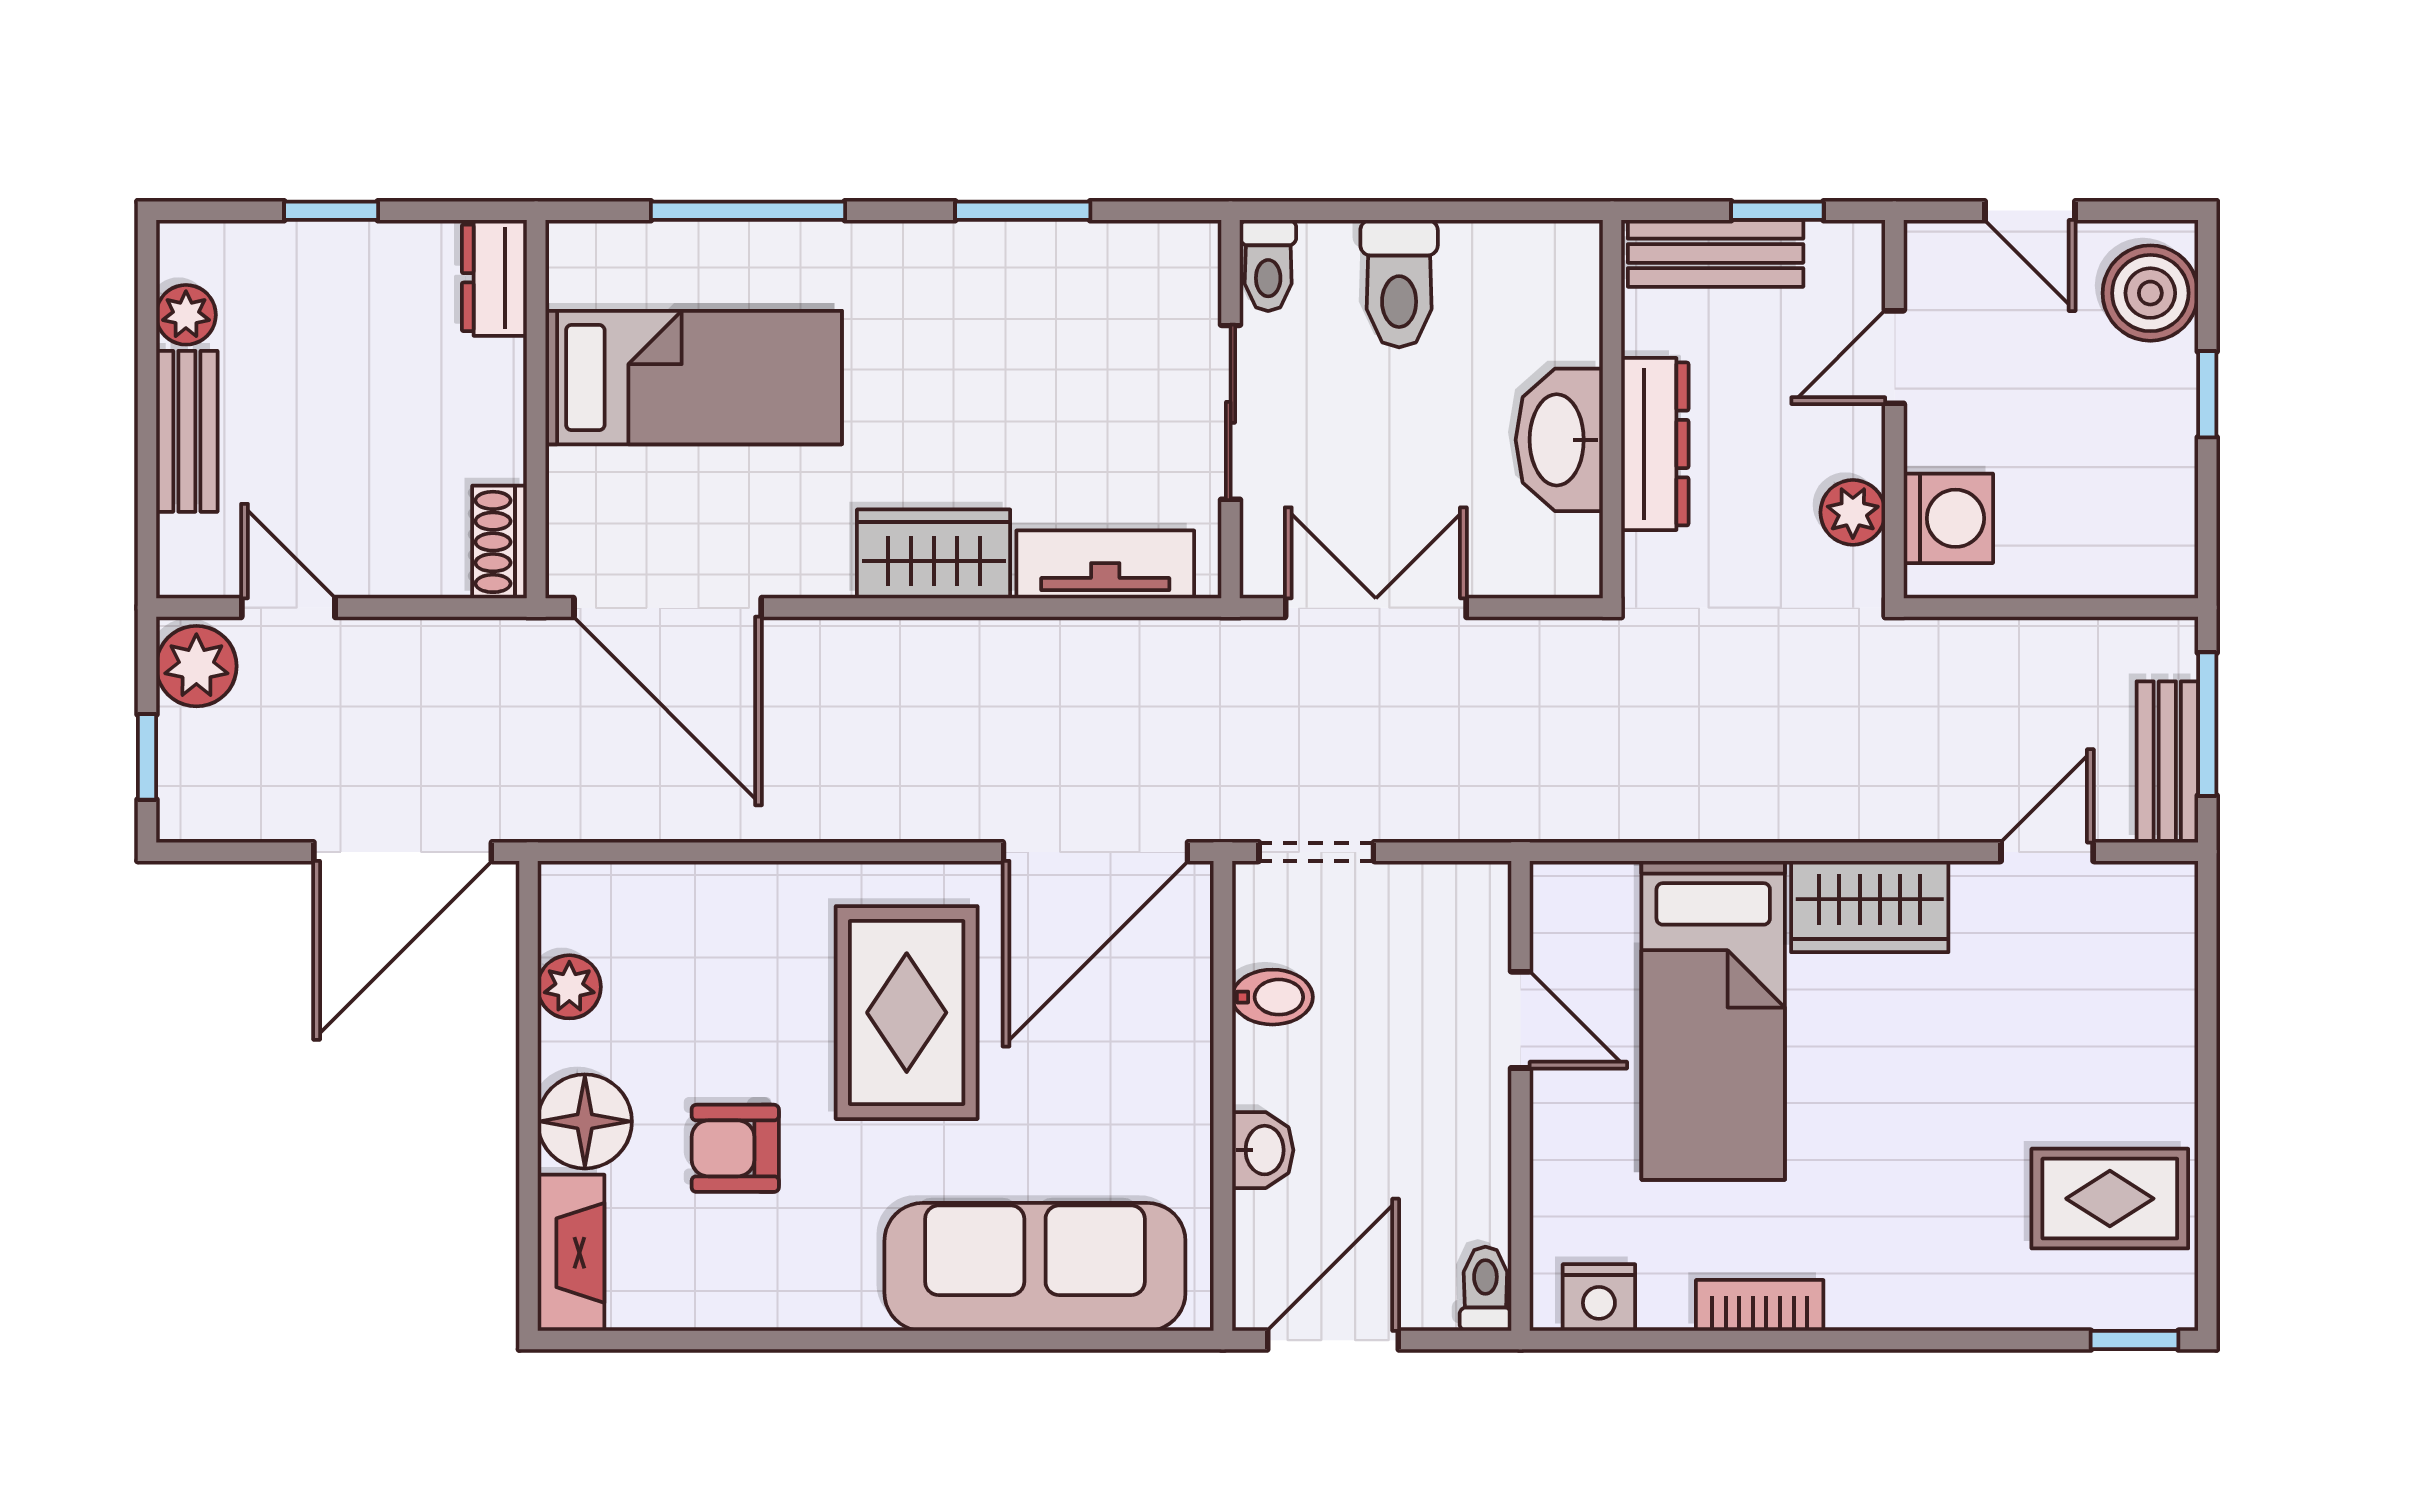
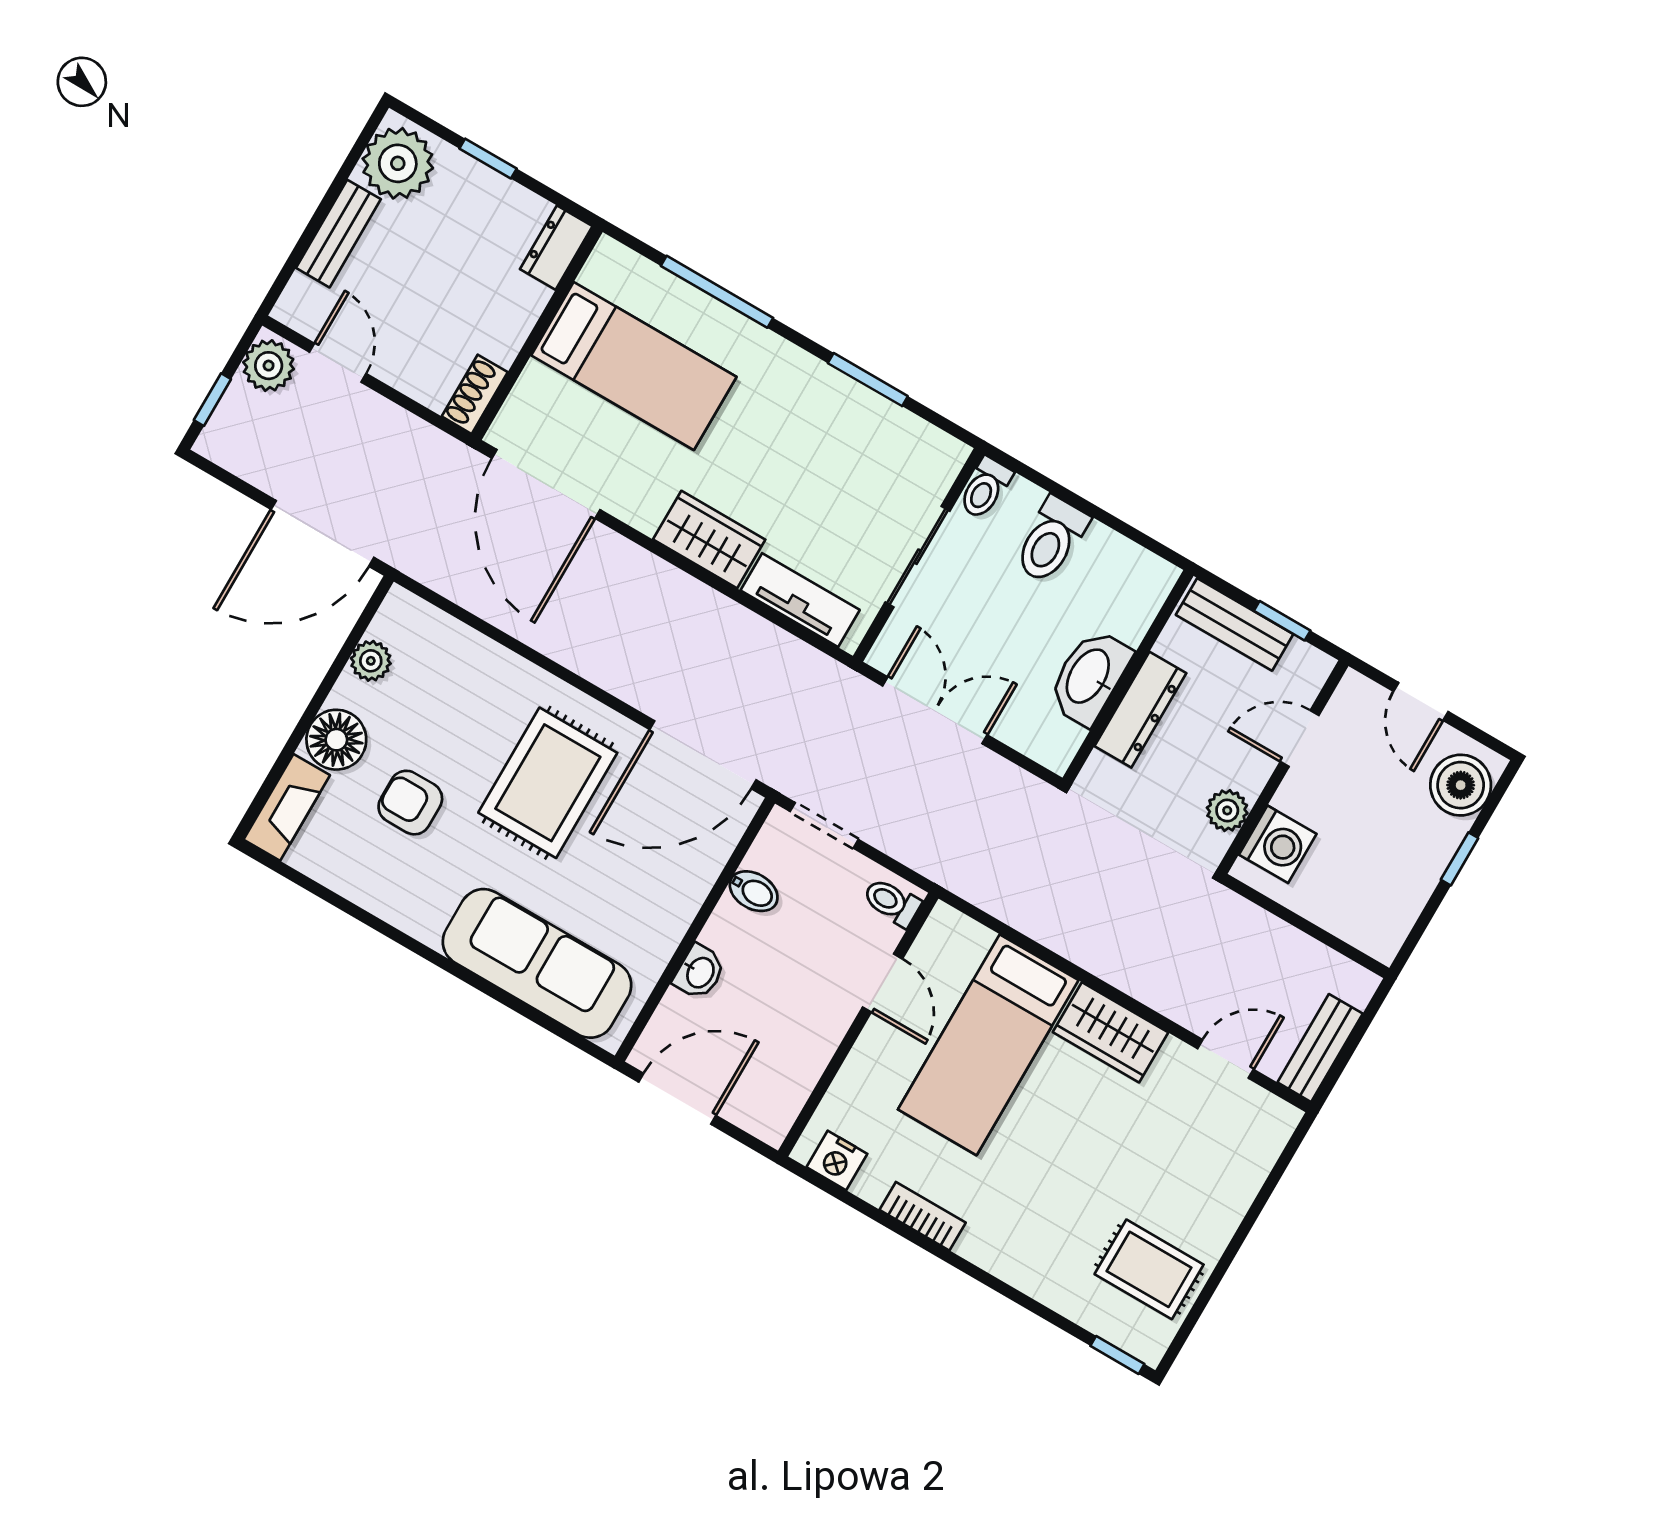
plant: (186, 315) -> (398, 163), width x1.87, depth x1.87
window: (2207, 724) -> (1354, 1040), removed
toilet: (1485, 1289) -> (892, 902), moved, turned -90

